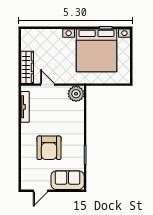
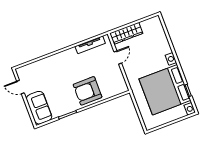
plant: (76, 94) -> (119, 86), removed
armchair: (49, 148) -> (88, 91), moved

